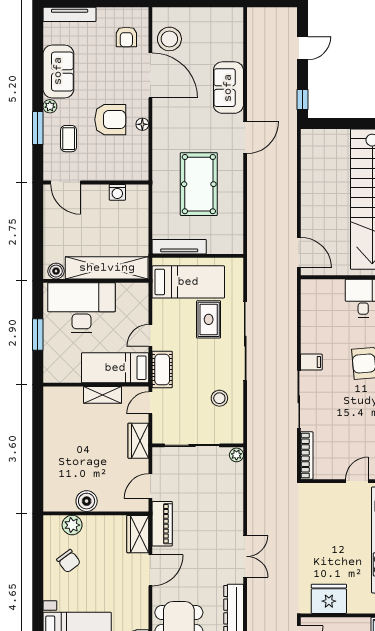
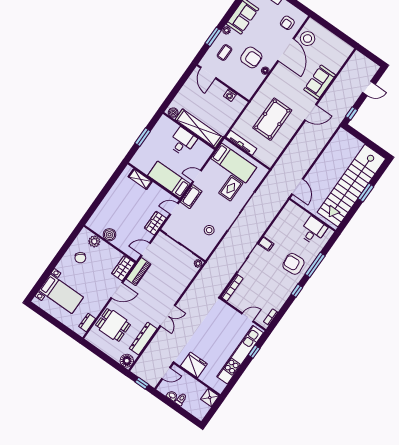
desk: (81, 308) -> (183, 142), width x0.53, depth x0.77
shelving: (103, 395) -> (140, 179), moved

